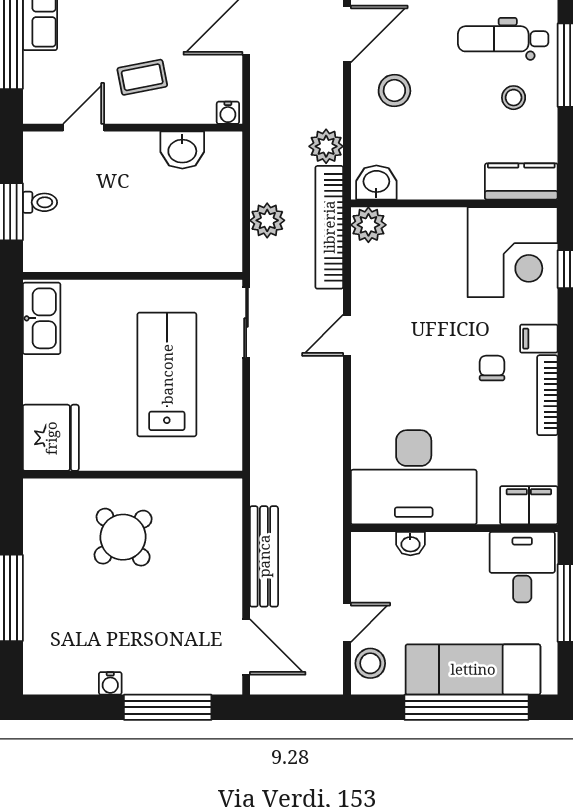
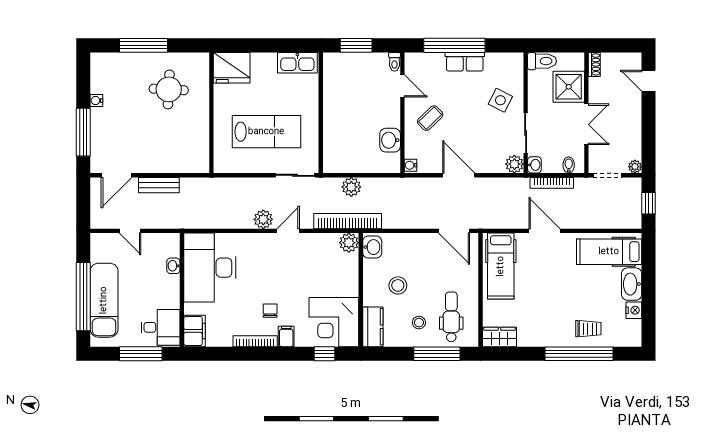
coffee table: (142, 77) -> (430, 118), turned 57
stool: (394, 91) -> (398, 285), moved
plant: (326, 146) -> (263, 219), moved
toilet: (40, 202) -> (394, 62), moved
door: (347, 335) -> (288, 231), hinge flipped
chair: (492, 368) -> (270, 311), turned -90
round table: (123, 537) -> (169, 89), moved, turned 45
bench: (264, 556) -> (159, 185), width x0.73
stool: (370, 663) -> (107, 244), removed

